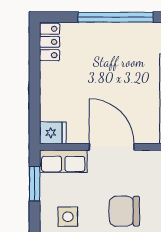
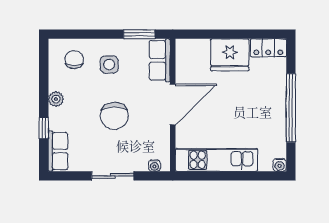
fridge: (53, 133) -> (230, 55), moved, width x1.88, depth x1.34
chair: (124, 211) -> (114, 116), turned 180

